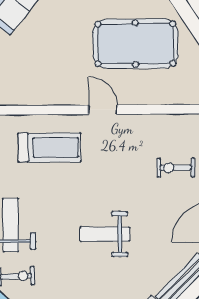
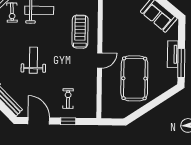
treadmill: (49, 147) -> (80, 32), turned 180

